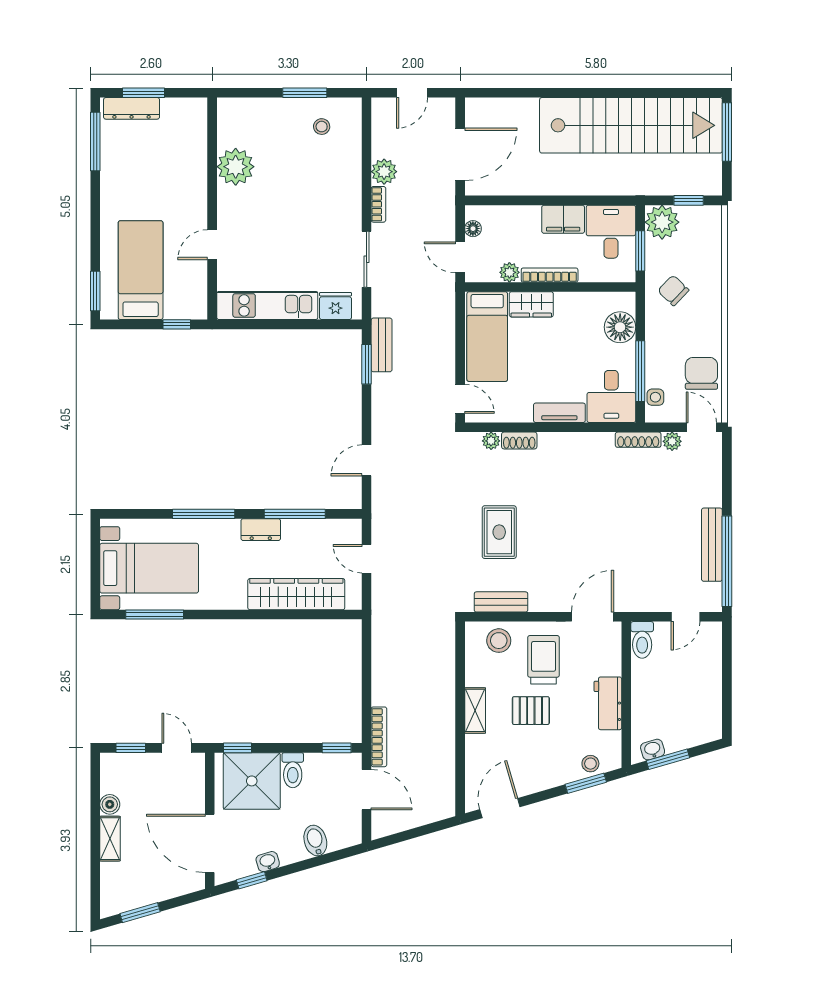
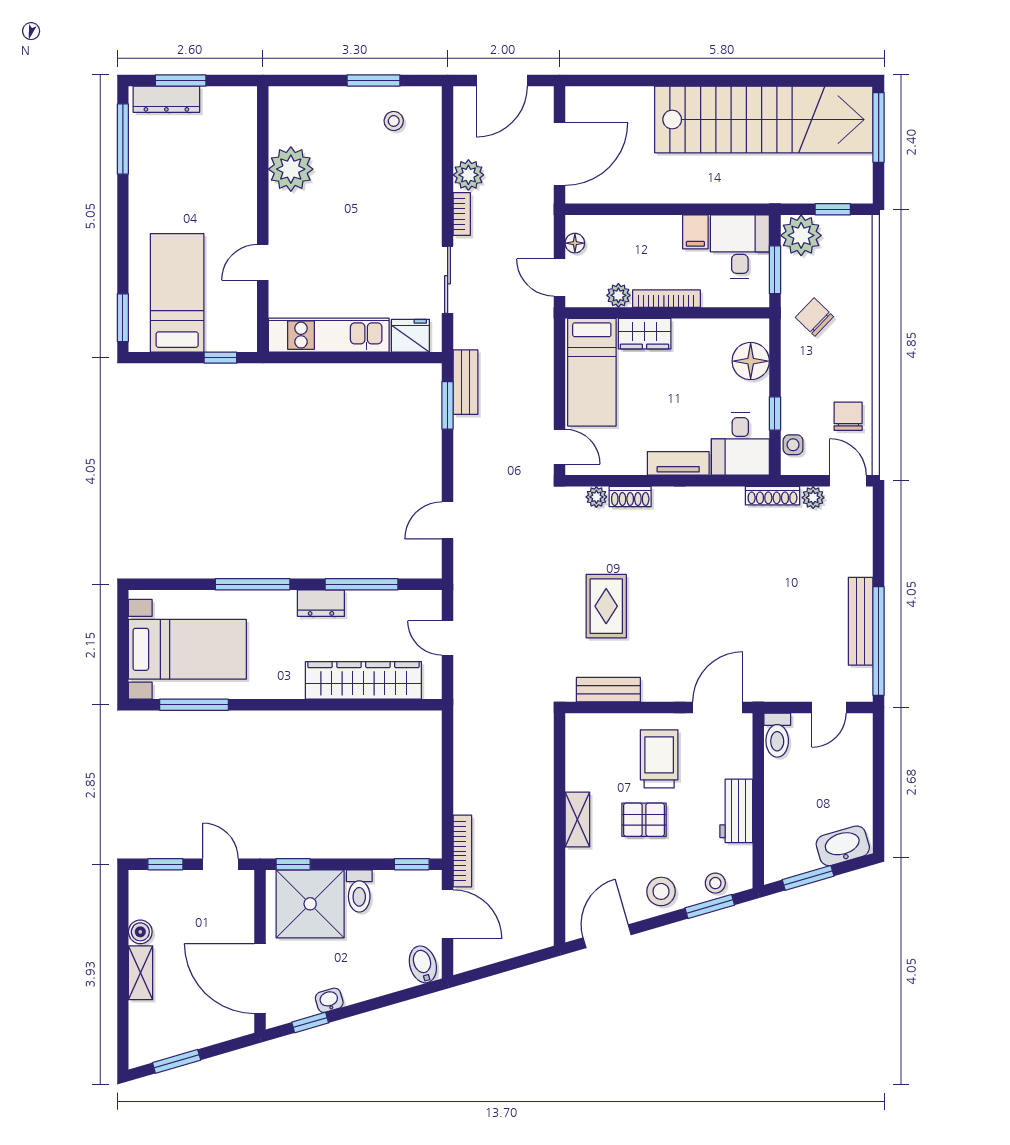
door: (412, 93) -> (502, 81), width x1.38
filing cabinet: (563, 219) -> (695, 232), width x0.50
window: (640, 371) -> (775, 413), width x0.46
chair: (701, 373) -> (848, 416), width x0.73, depth x0.73
stool: (499, 641) -> (661, 891), moved
washbasin: (653, 750) -> (843, 846), moved, width x1.91, depth x1.45
bidet: (315, 840) -> (423, 964), moved

